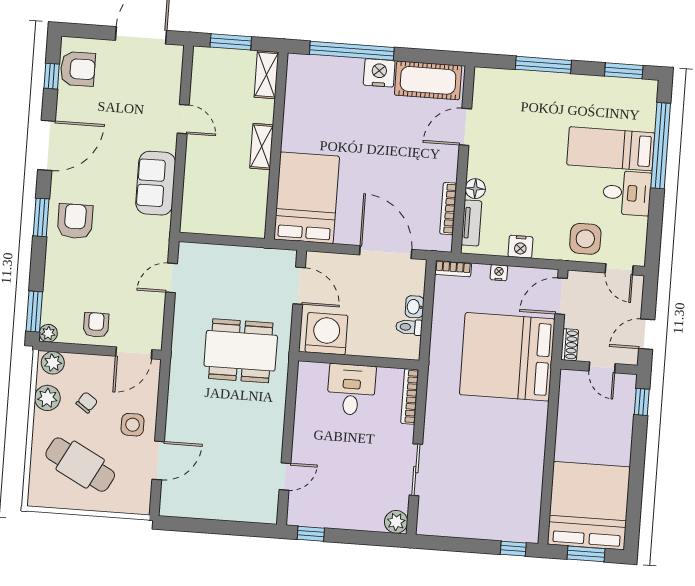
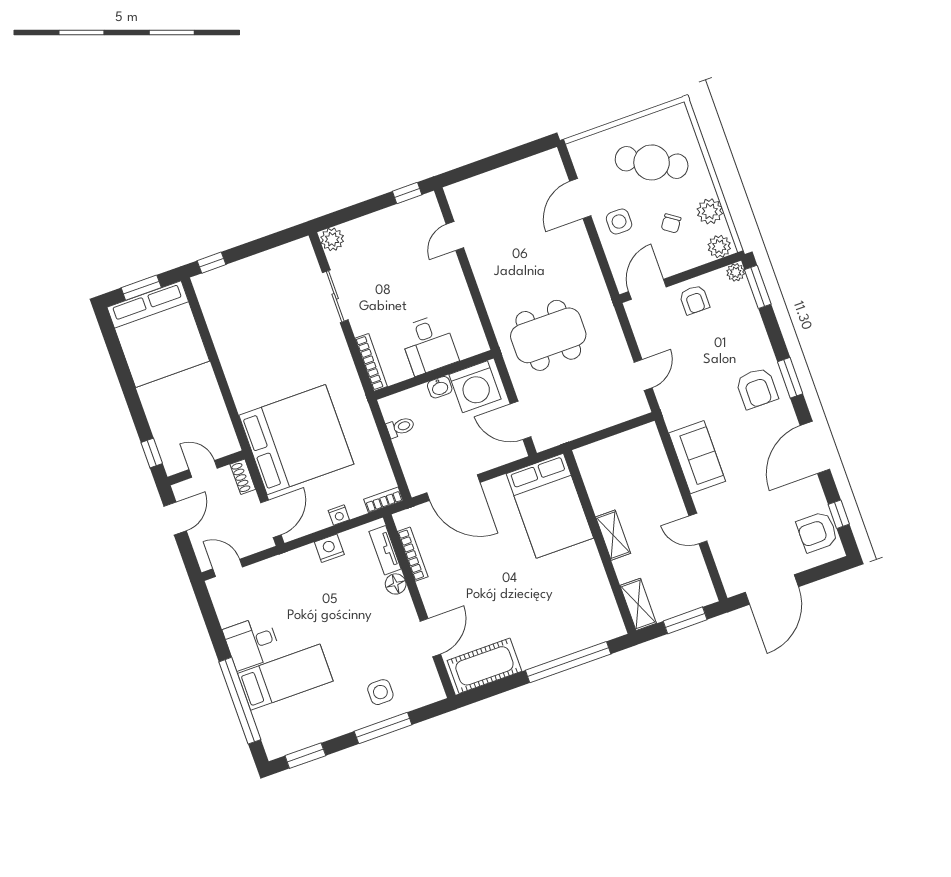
nightstand: (379, 73) -> (533, 653), removed
side table: (585, 239) -> (380, 692), moved, width x0.73, depth x0.73
washbasin: (415, 307) -> (440, 387), moved, turned 90

